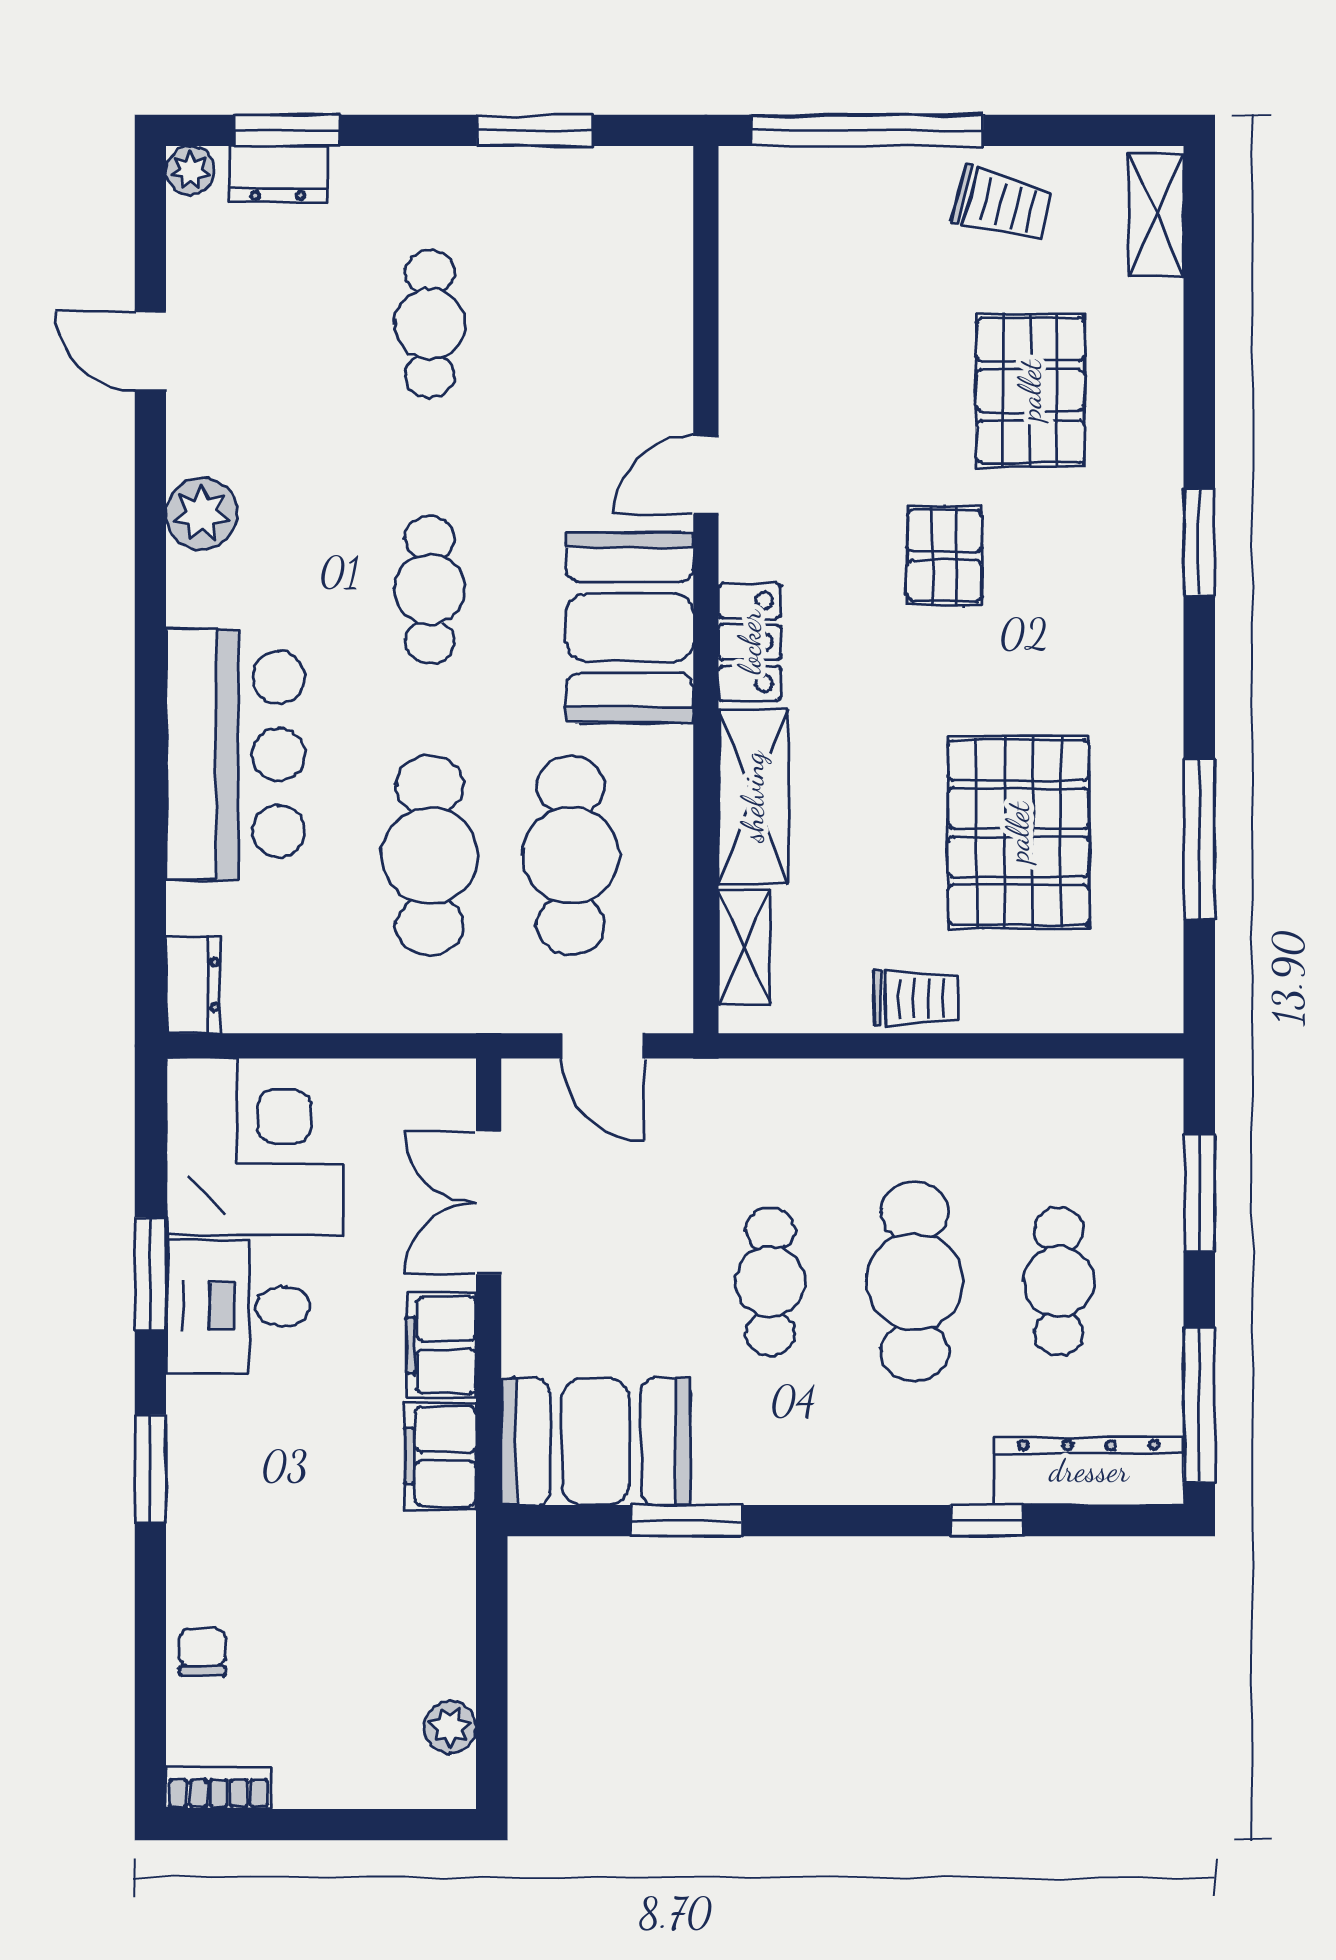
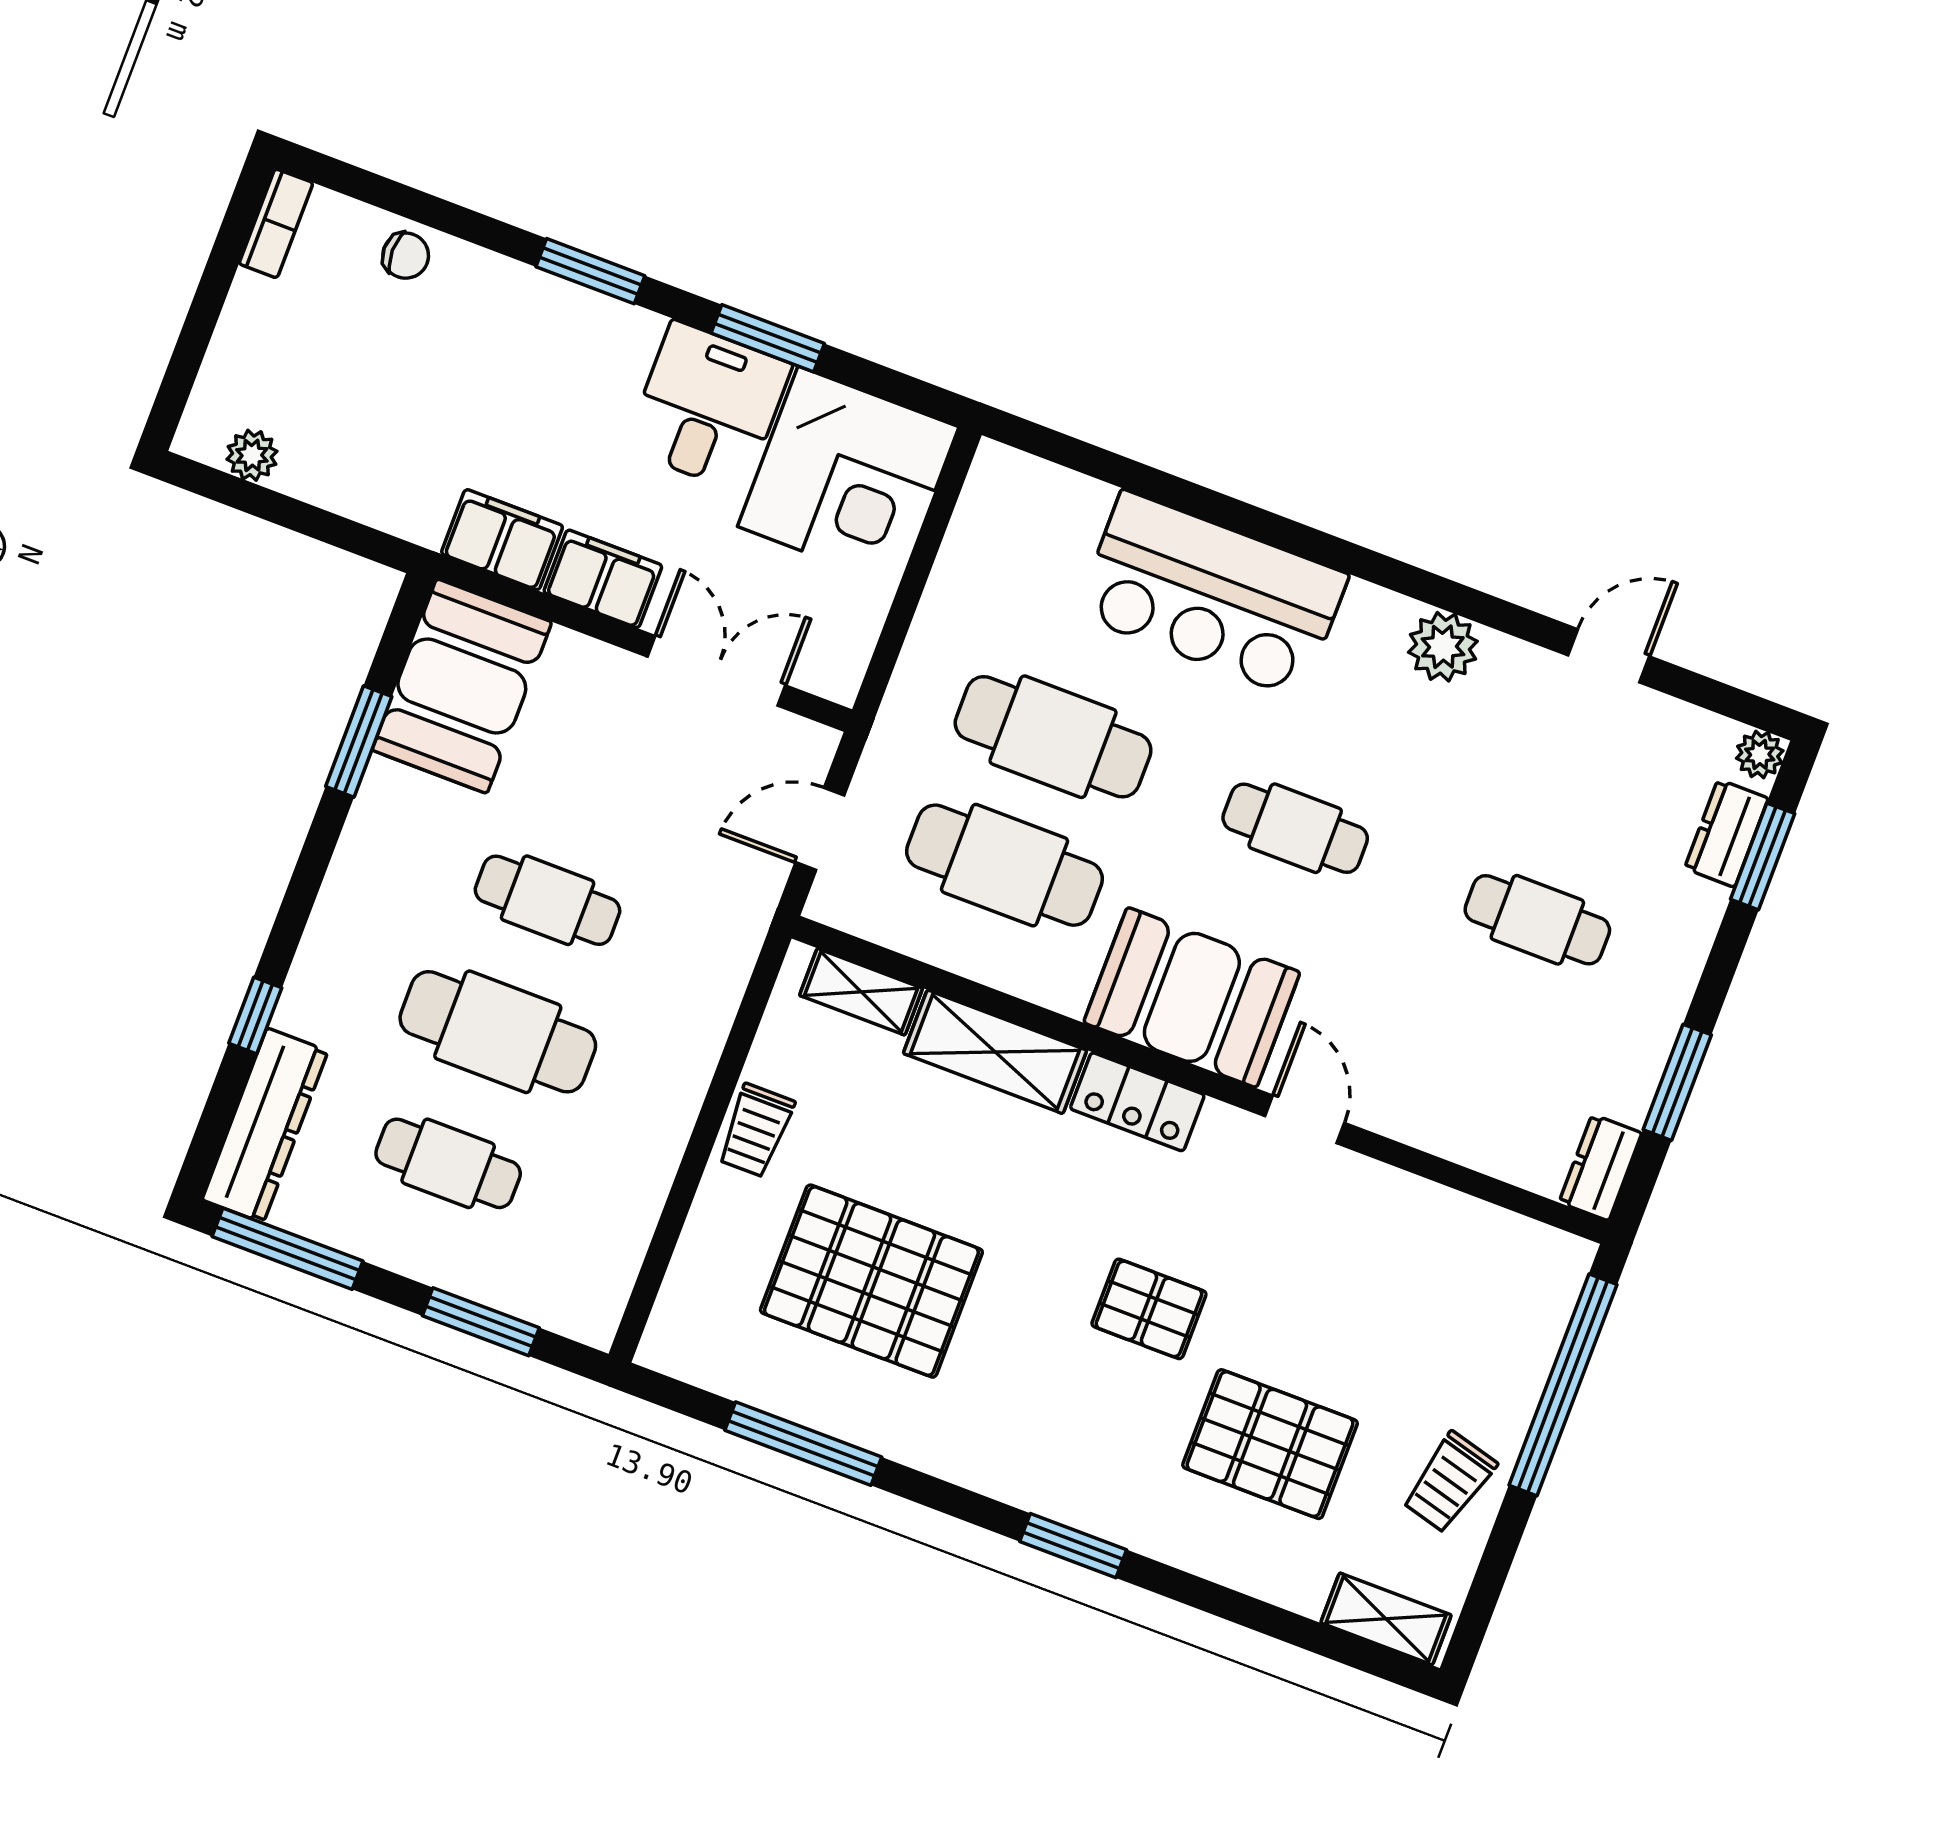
dresser: (193, 985) -> (1600, 1168), moved, turned 90

